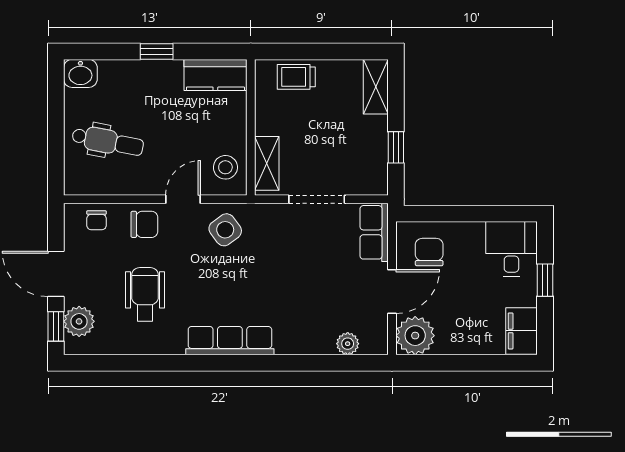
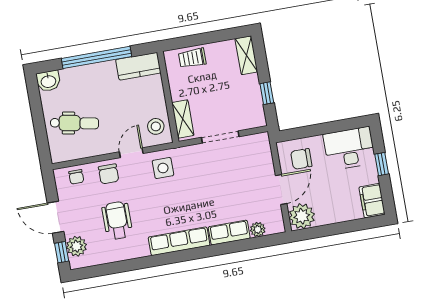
window: (157, 51) -> (96, 57), width x3.17
chair: (144, 224) -> (109, 174), turned 90
side table: (225, 230) -> (163, 168), turned 37
row of seats: (374, 232) -> (229, 233), moved, turned 90
desk: (511, 249) -> (349, 148), width x1.37
chair: (429, 252) -> (301, 159), turned -90

